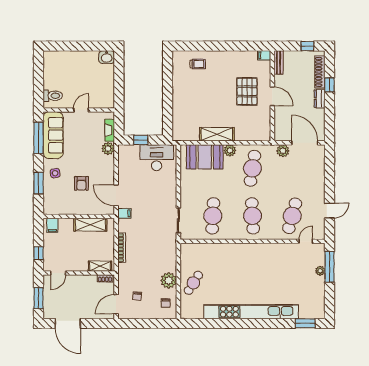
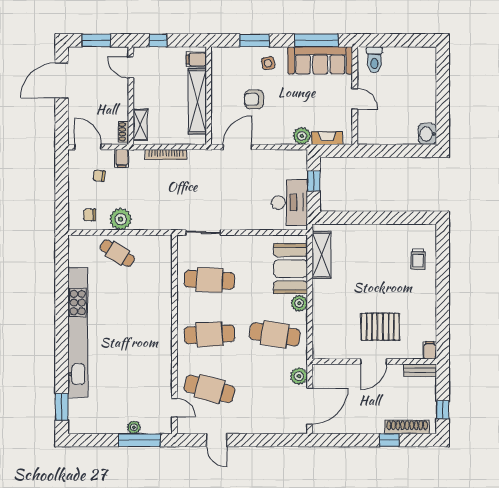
dresser: (320, 99) -> (370, 427), removed
shelving: (217, 134) -> (321, 255), moved
filing cabinet: (124, 213) -> (122, 158), moved
shelving: (90, 225) -> (197, 101), width x1.47

